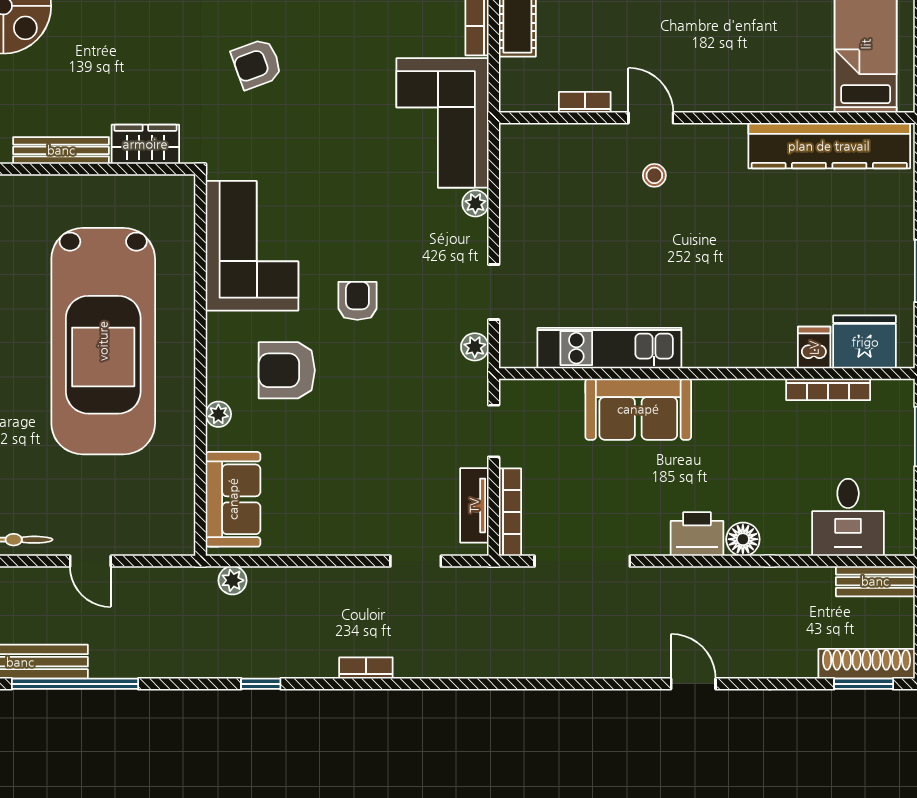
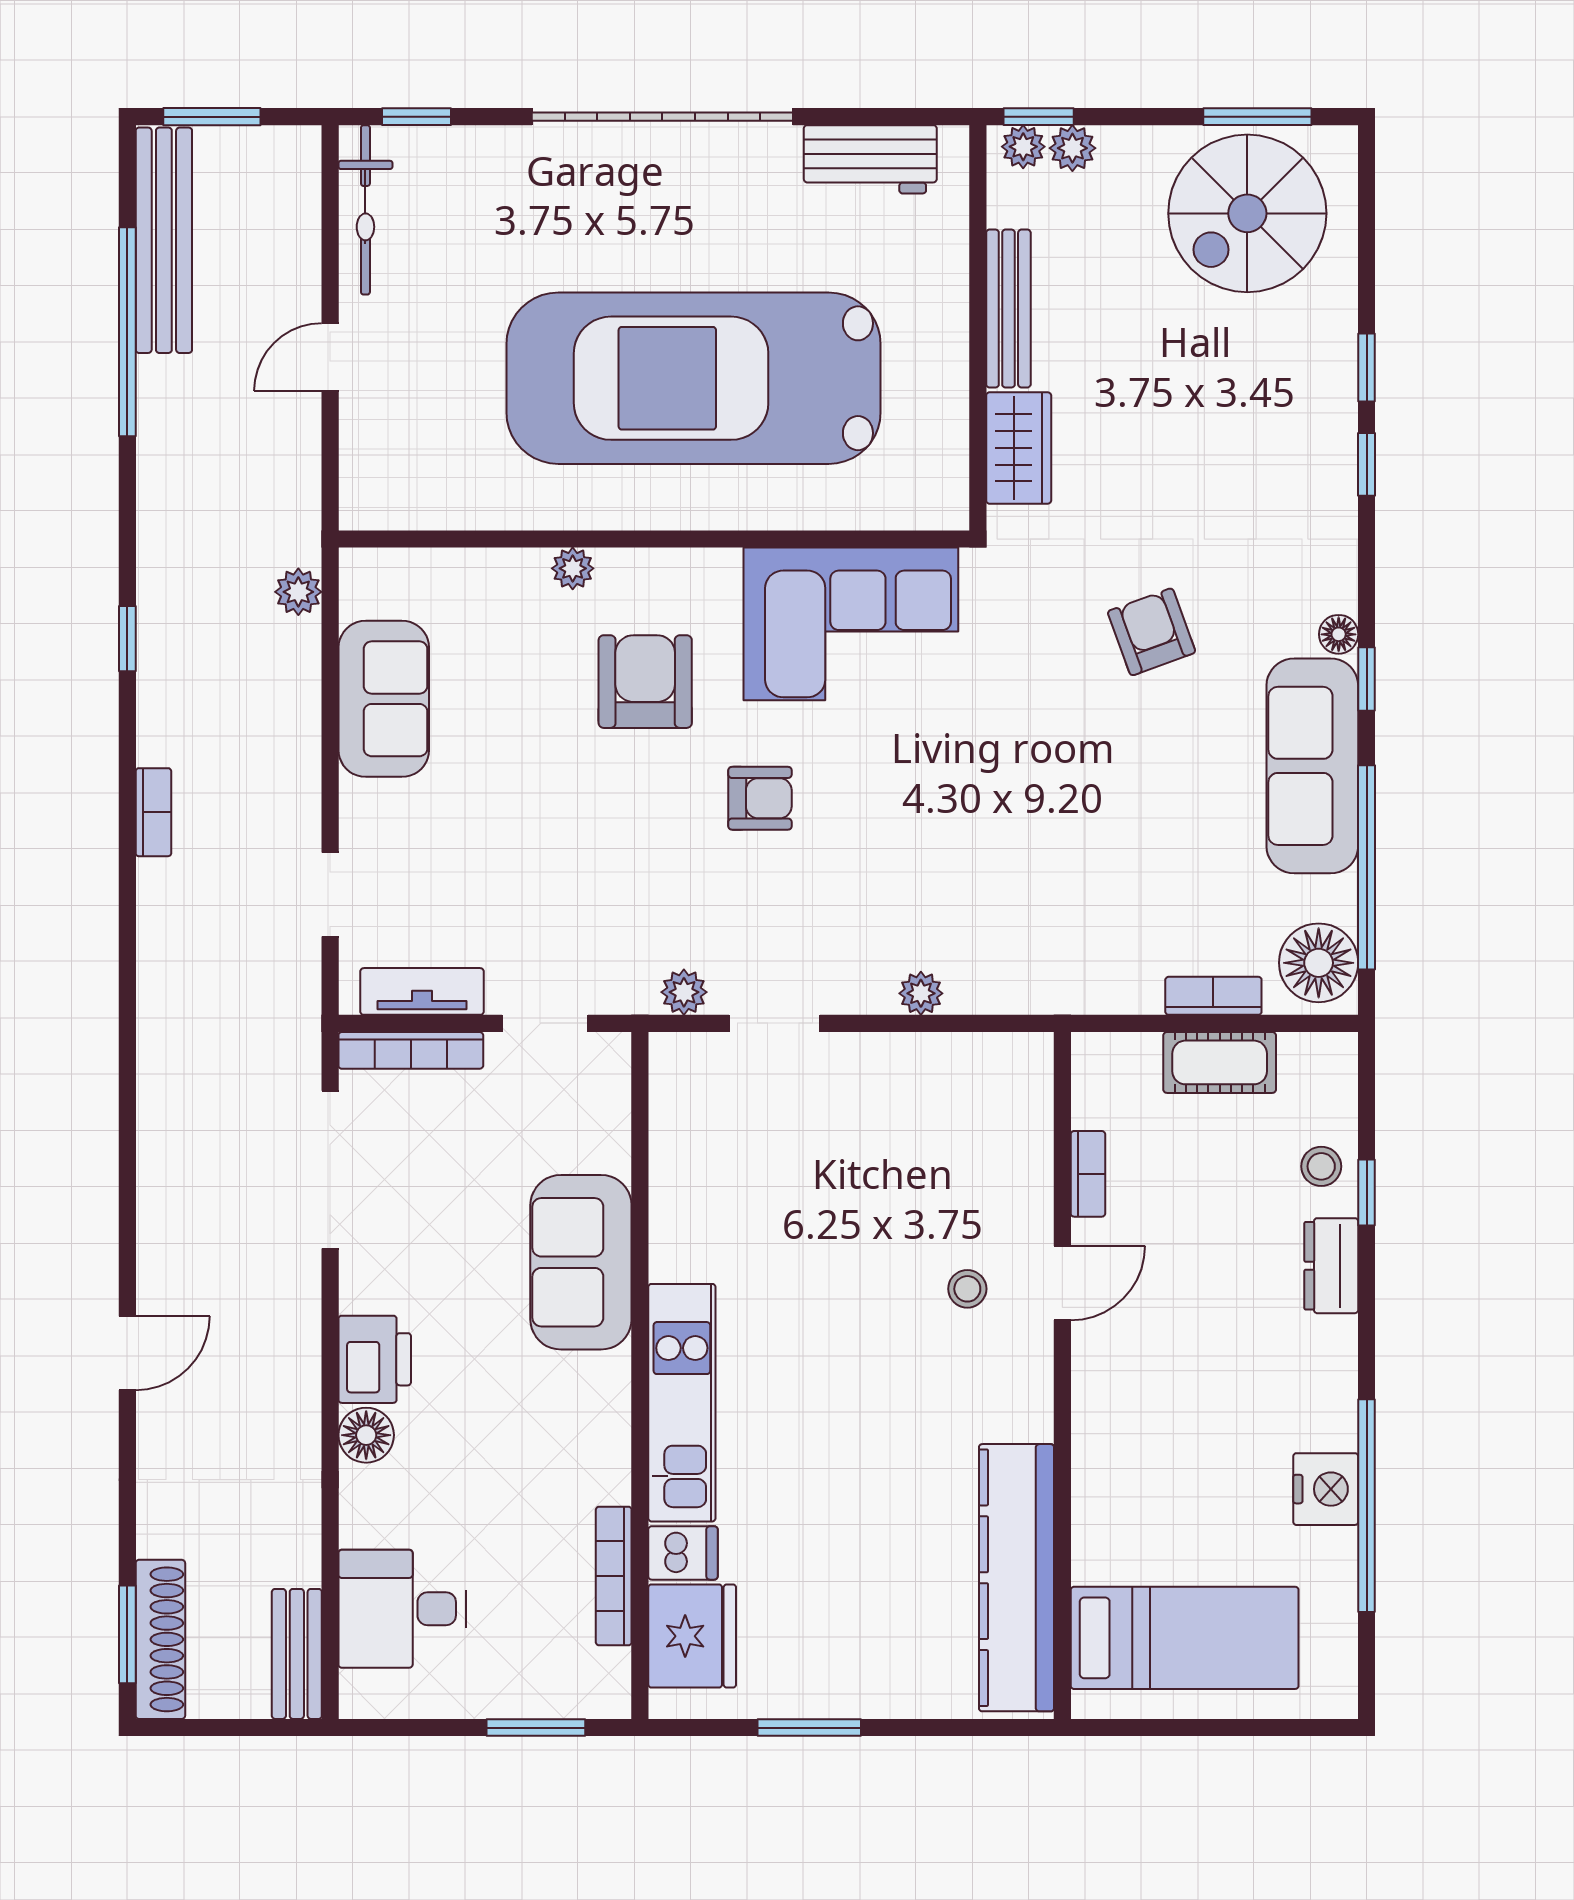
corner sofa: (442, 123) -> (1054, 939), removed
kitchen unit: (609, 348) -> (682, 1403), moved
sofa: (233, 499) -> (384, 699), moved, turned -90

